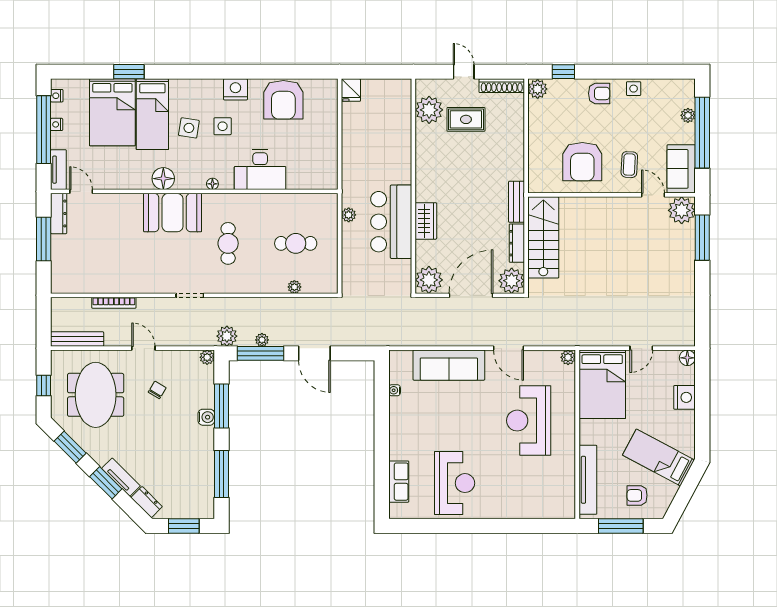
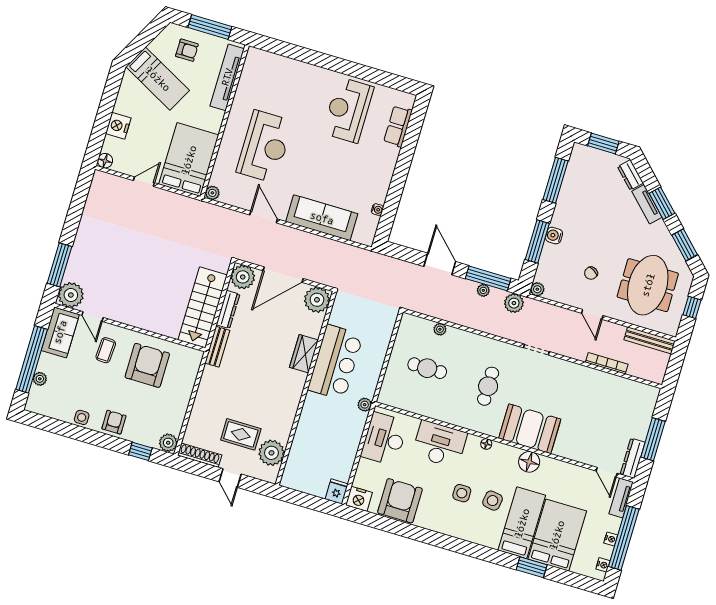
nightstand: (235, 89) -> (359, 499), moved
armchair: (599, 93) -> (114, 422), turned 90
desk: (318, 158) -> (384, 439), added
plant: (349, 215) -> (365, 405), moved

